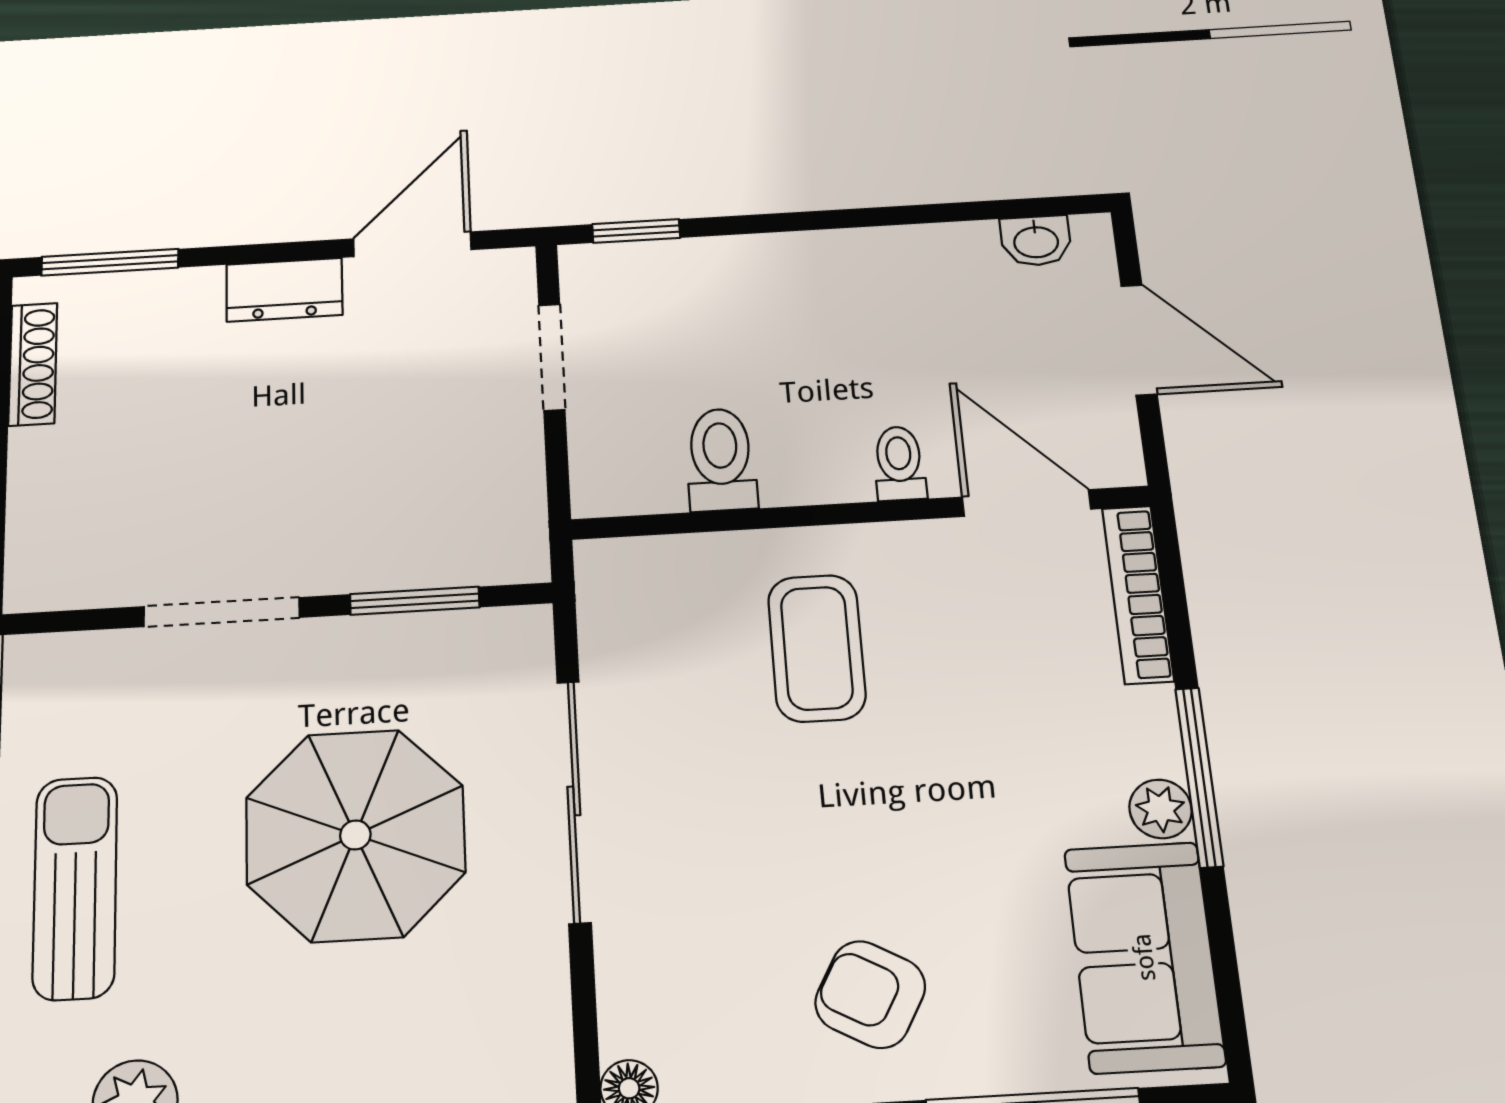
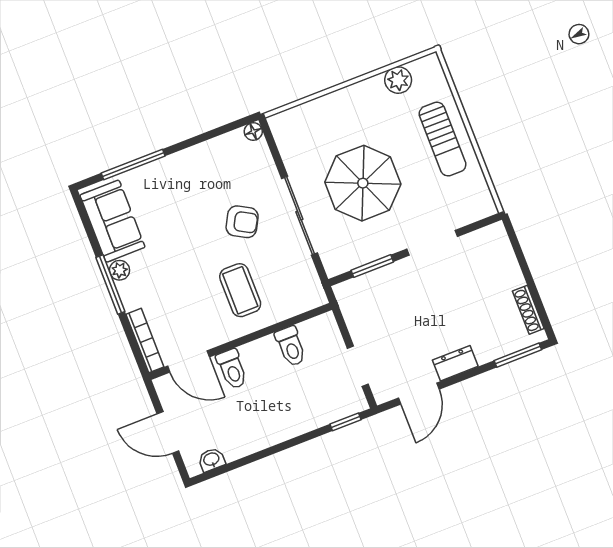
toilet: (899, 463) -> (232, 369), width x1.37, depth x1.39
armchair: (870, 994) -> (242, 222), moved

